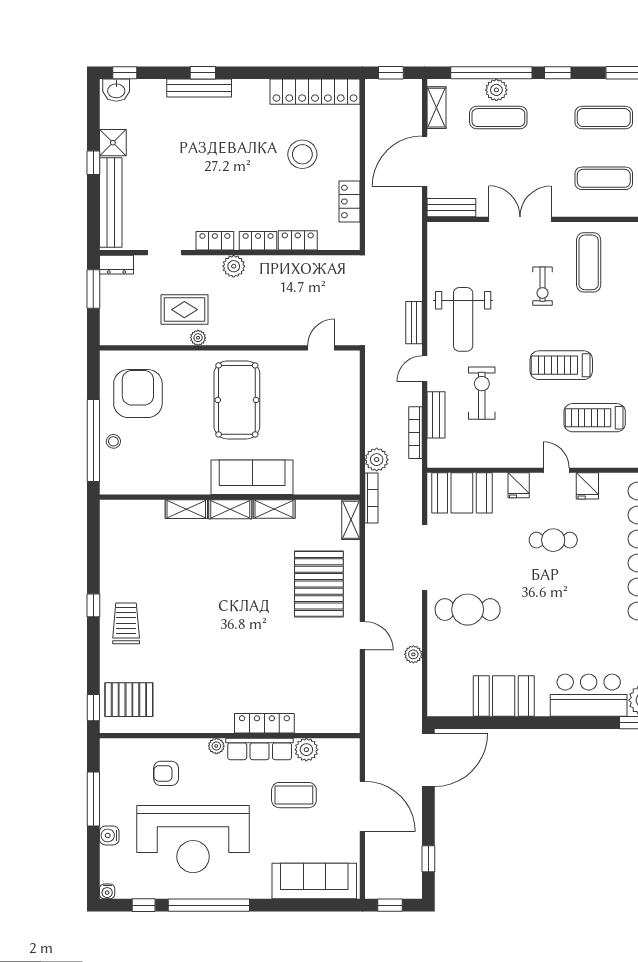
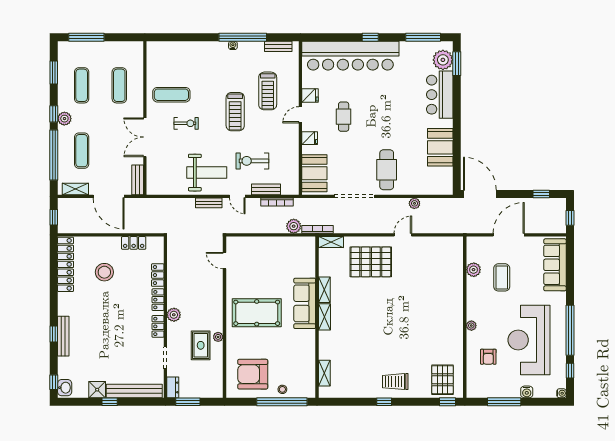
plant: (496, 90) -> (64, 119), moved
shelving: (186, 509) -> (324, 373), moved
locker: (264, 723) -> (457, 296), removed
row of seats: (260, 749) -> (473, 299), removed
reception desk: (193, 839) -> (529, 340), turned 180

